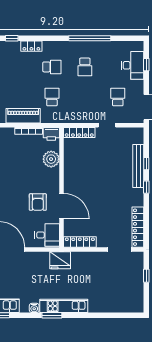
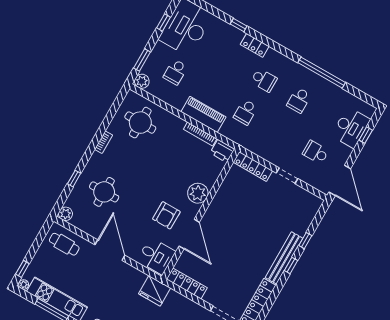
school desk: (52, 97) -> (246, 112), turned 180
school desk: (118, 97) -> (316, 152), turned -90
plant: (51, 159) -> (198, 193), moved
bench: (138, 166) -> (284, 258), moved

